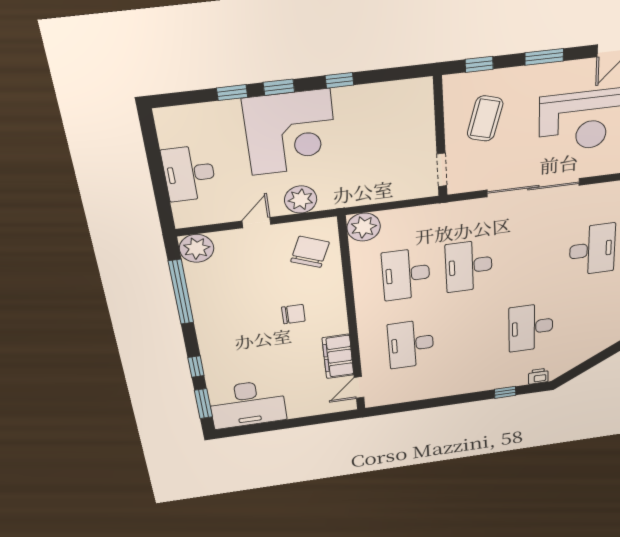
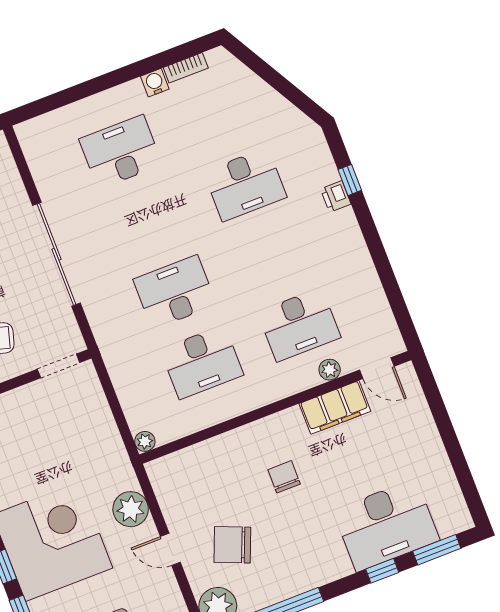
plant: (364, 227) -> (145, 441), width x0.53, depth x0.53
chair: (310, 252) -> (232, 545), moved
desk: (469, 266) -> (175, 292), turned 180
plant: (369, 358) -> (330, 370), added
printer: (538, 376) -> (336, 196), moved
desk: (248, 404) -> (386, 525), moved, turned 90

